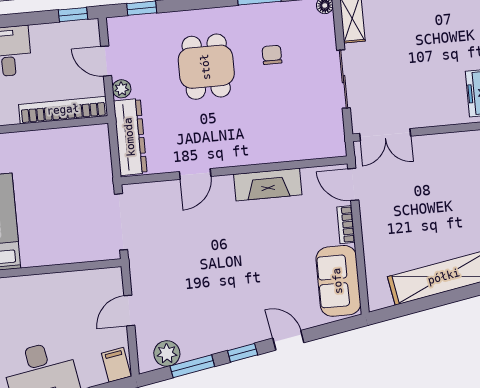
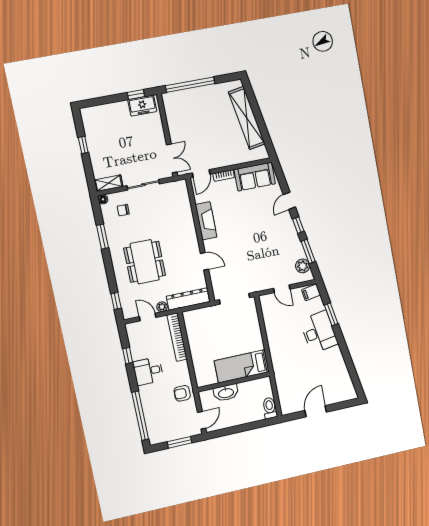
window: (73, 15) -> (128, 356), moved
chair: (272, 55) -> (123, 210), moved
door: (106, 61) -> (148, 317), swing flipped
dining table: (206, 67) -> (145, 262), width x1.38

